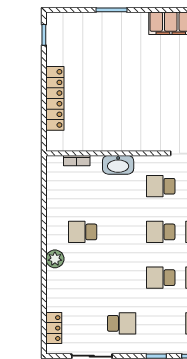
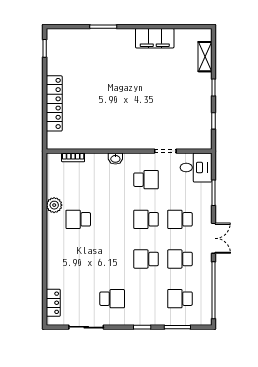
washbasin: (118, 165) -> (115, 159), width x0.52, depth x0.69
school desk: (161, 186) -> (146, 180), turned 180
plant: (55, 259) -> (54, 205), moved

